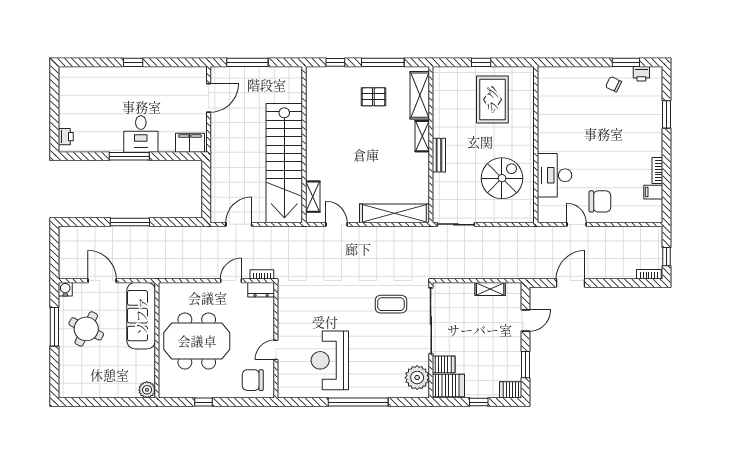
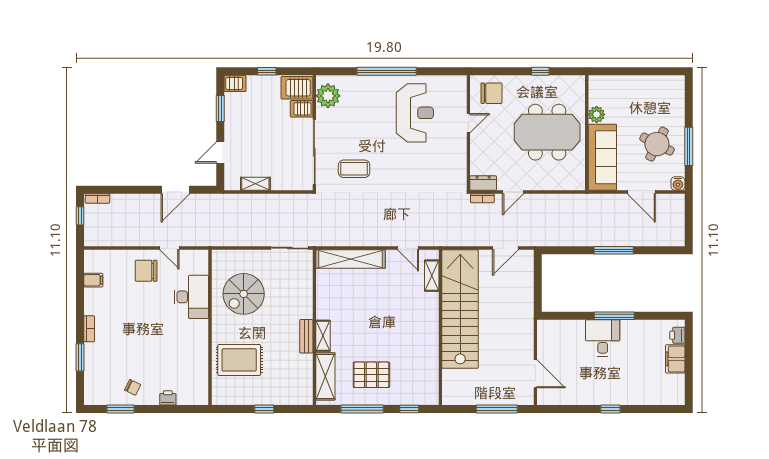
printer: (641, 74) -> (168, 398), moved
pallet: (373, 97) -> (371, 375), width x1.50, depth x1.42
door: (209, 98) -> (535, 374), swing flipped
rug: (492, 100) -> (239, 360), moved, turned 90
filing cabinet: (190, 143) -> (675, 359), moved, turned 90
bench: (439, 155) -> (306, 336), moved
bookcase: (657, 171) -> (89, 329), moved
plant: (147, 390) -> (597, 114), moved

